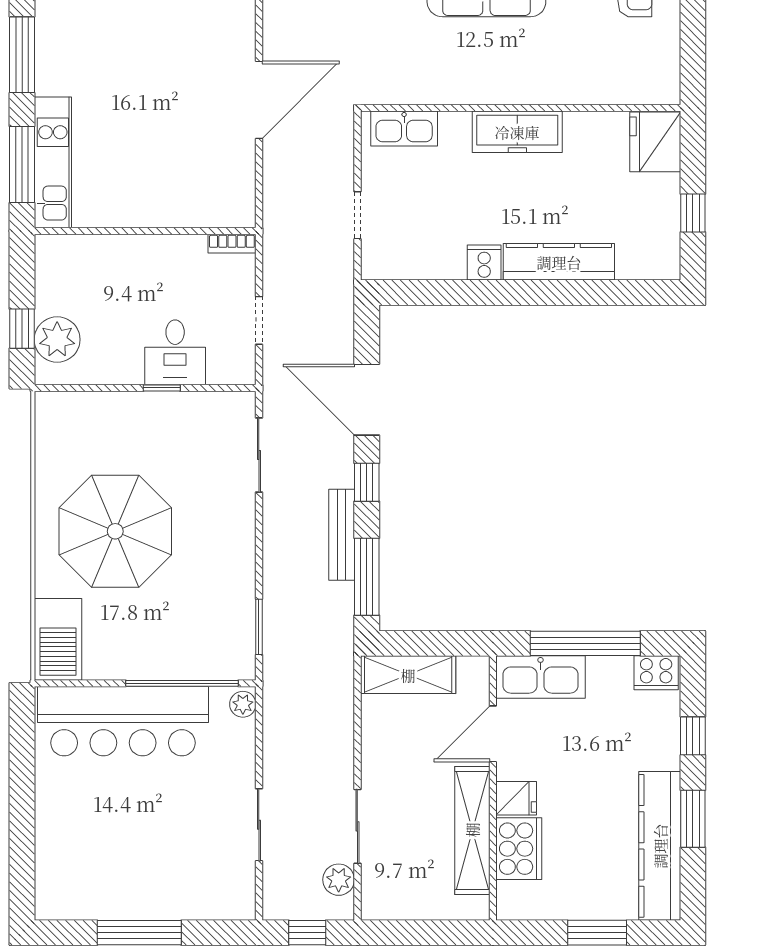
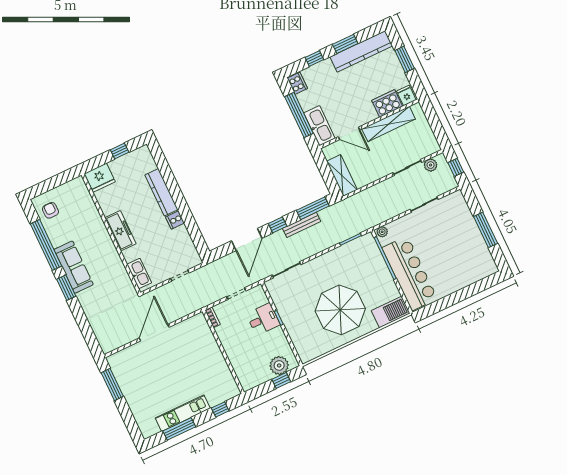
door: (259, 100) -> (154, 333), hinge flipped
kitchen unit: (53, 162) -> (183, 413), moved
window: (22, 165) -> (220, 409), width x0.46
fridge: (516, 798) -> (406, 96), moved

